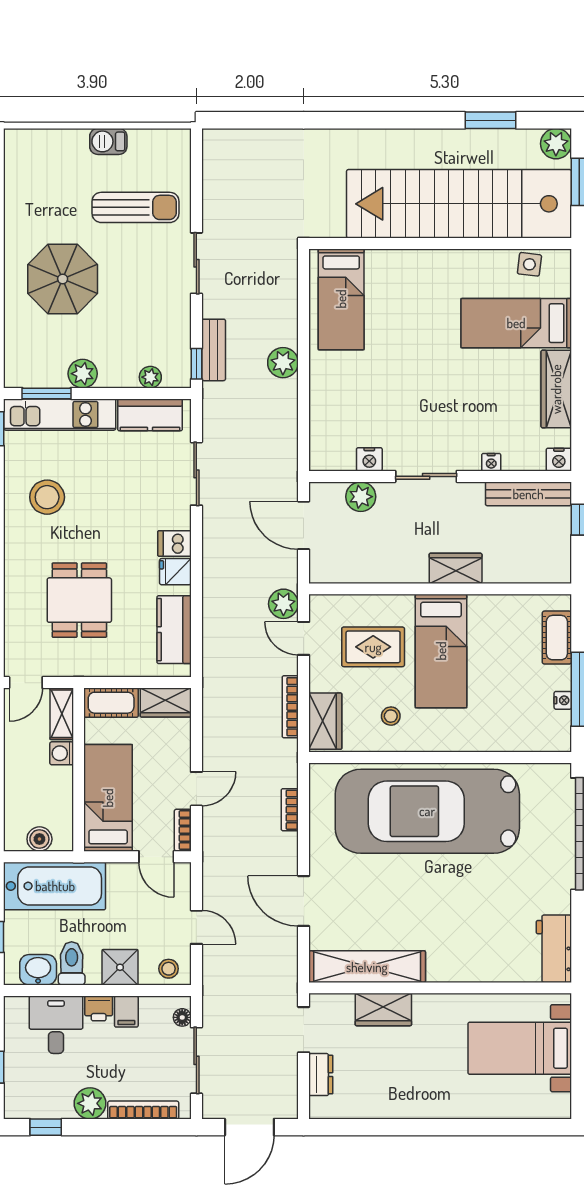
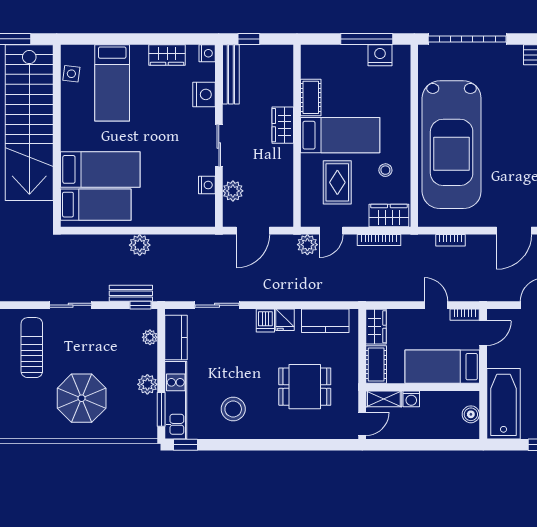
bed: (392, 306) -> (100, 169), added
wardrobe: (556, 389) -> (167, 55), width x0.67
nightstand: (491, 462) -> (204, 94), width x1.89, depth x1.79
cot: (557, 638) -> (311, 97), moved, turned 90
door: (26, 683) -> (362, 424), hinge flipped
nightstand: (563, 700) -> (380, 55), width x1.89, depth x1.79

